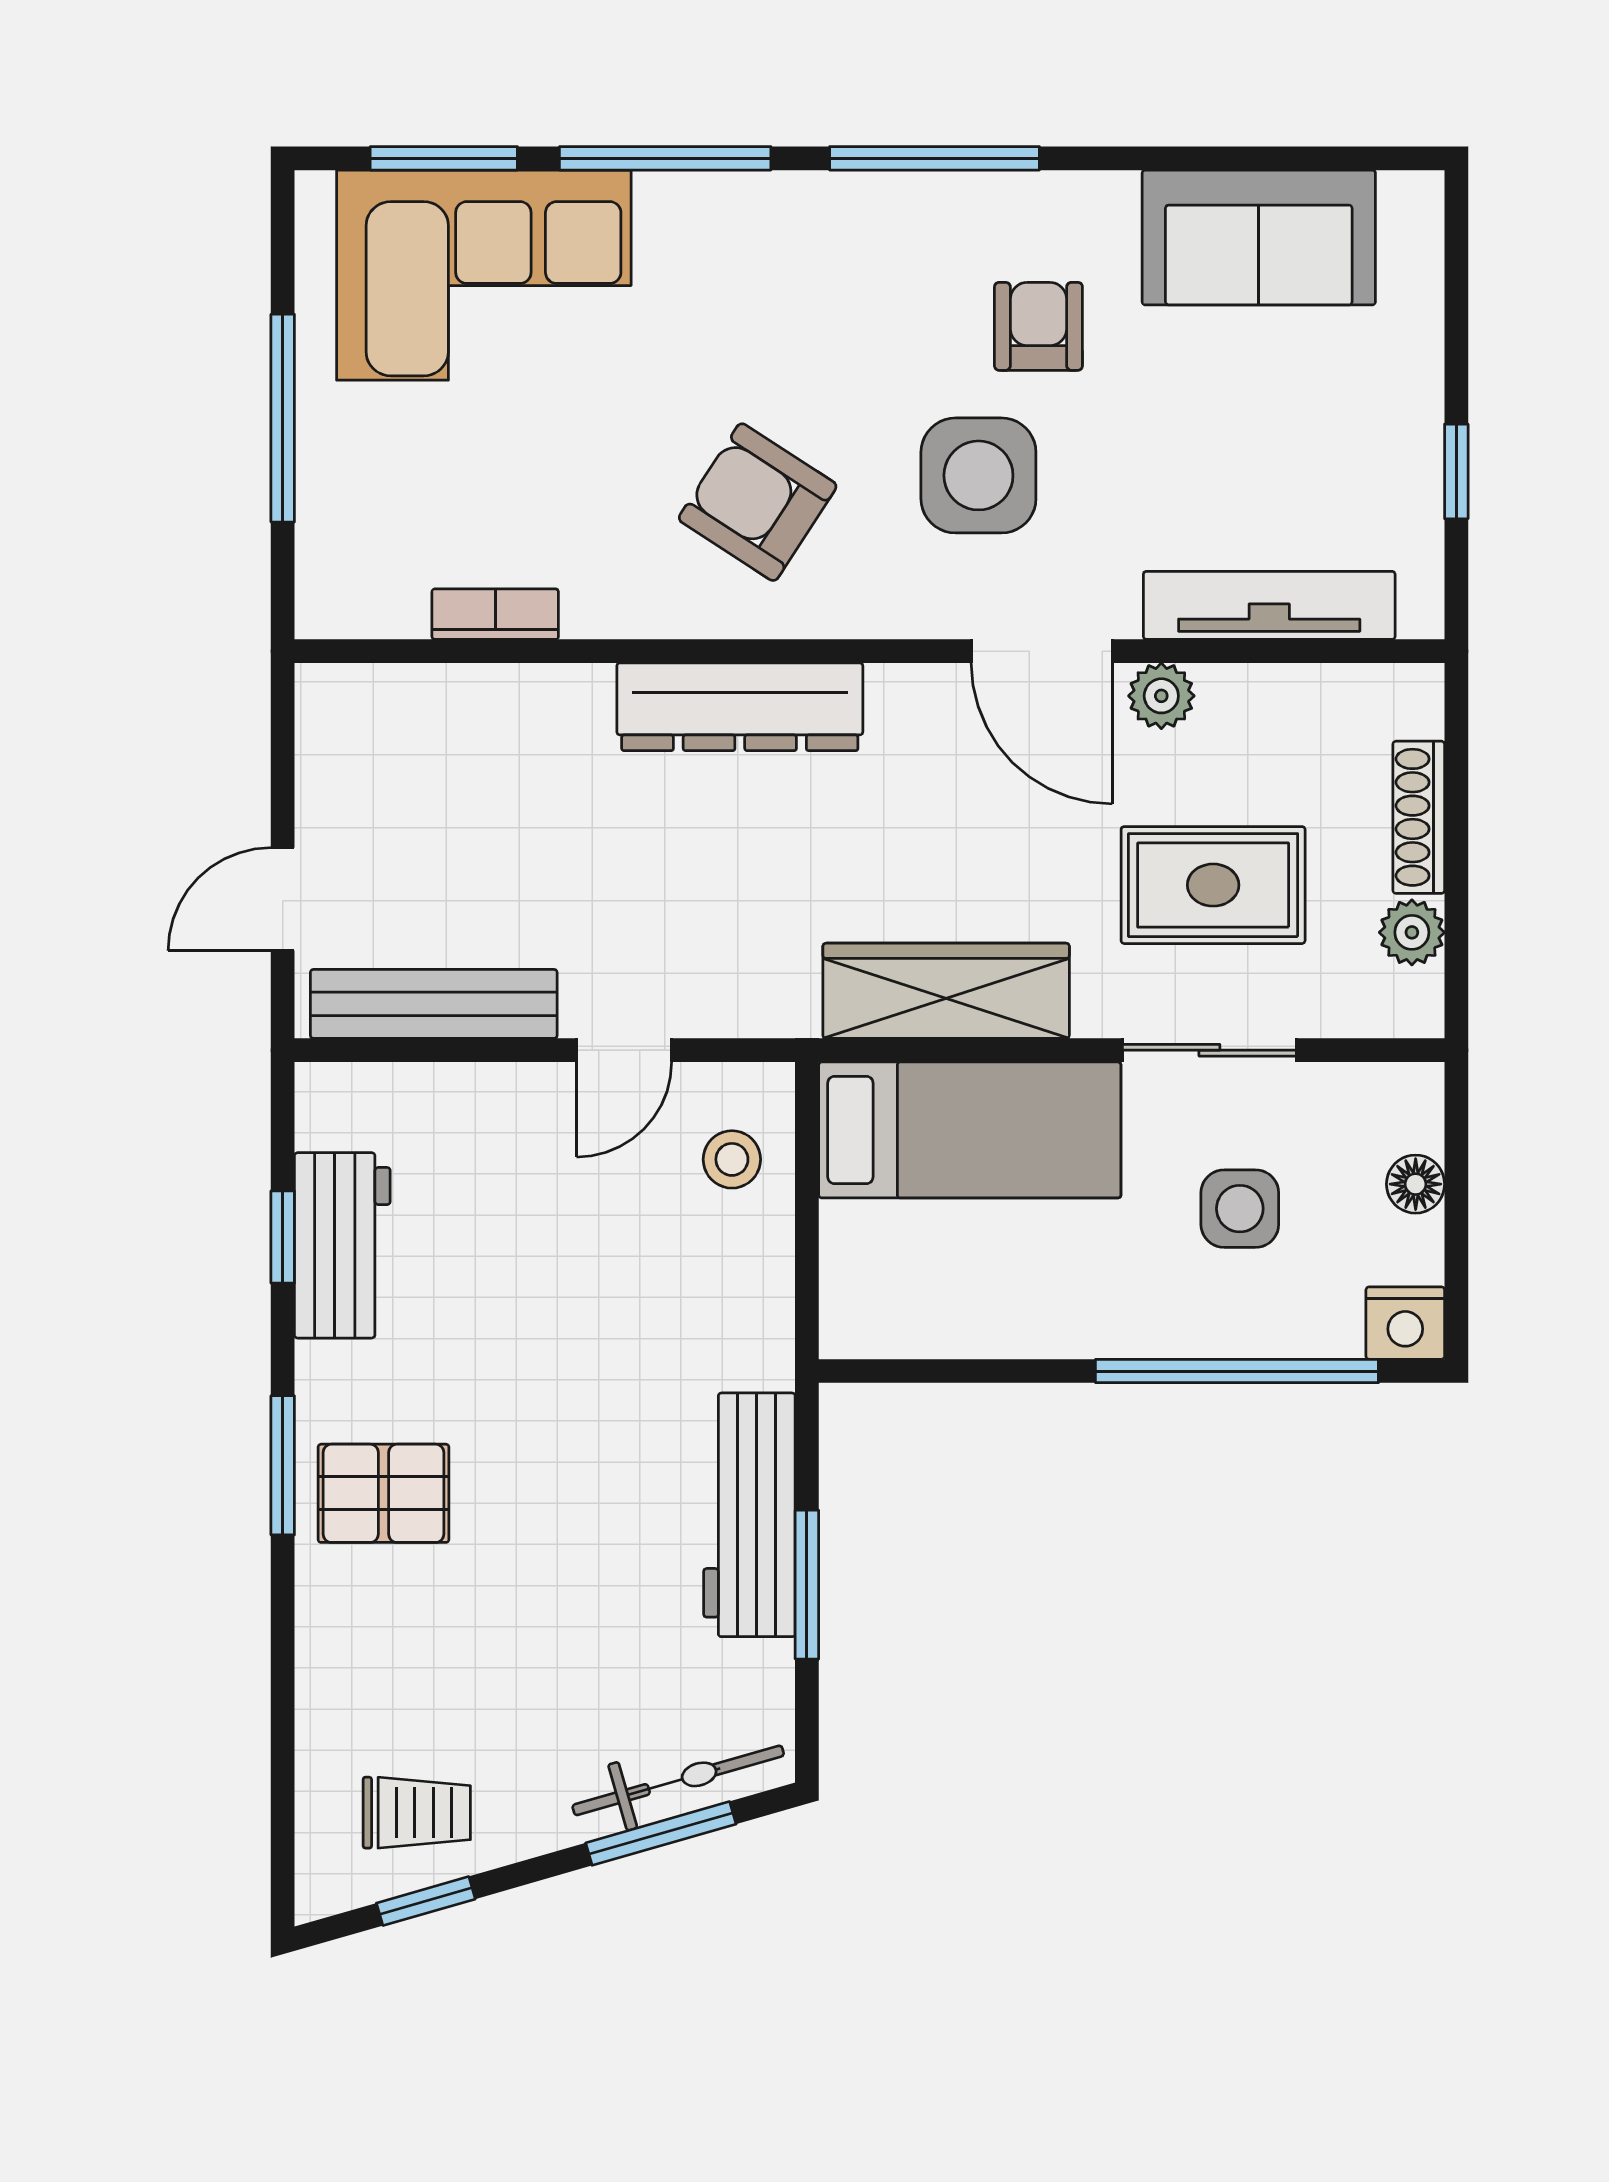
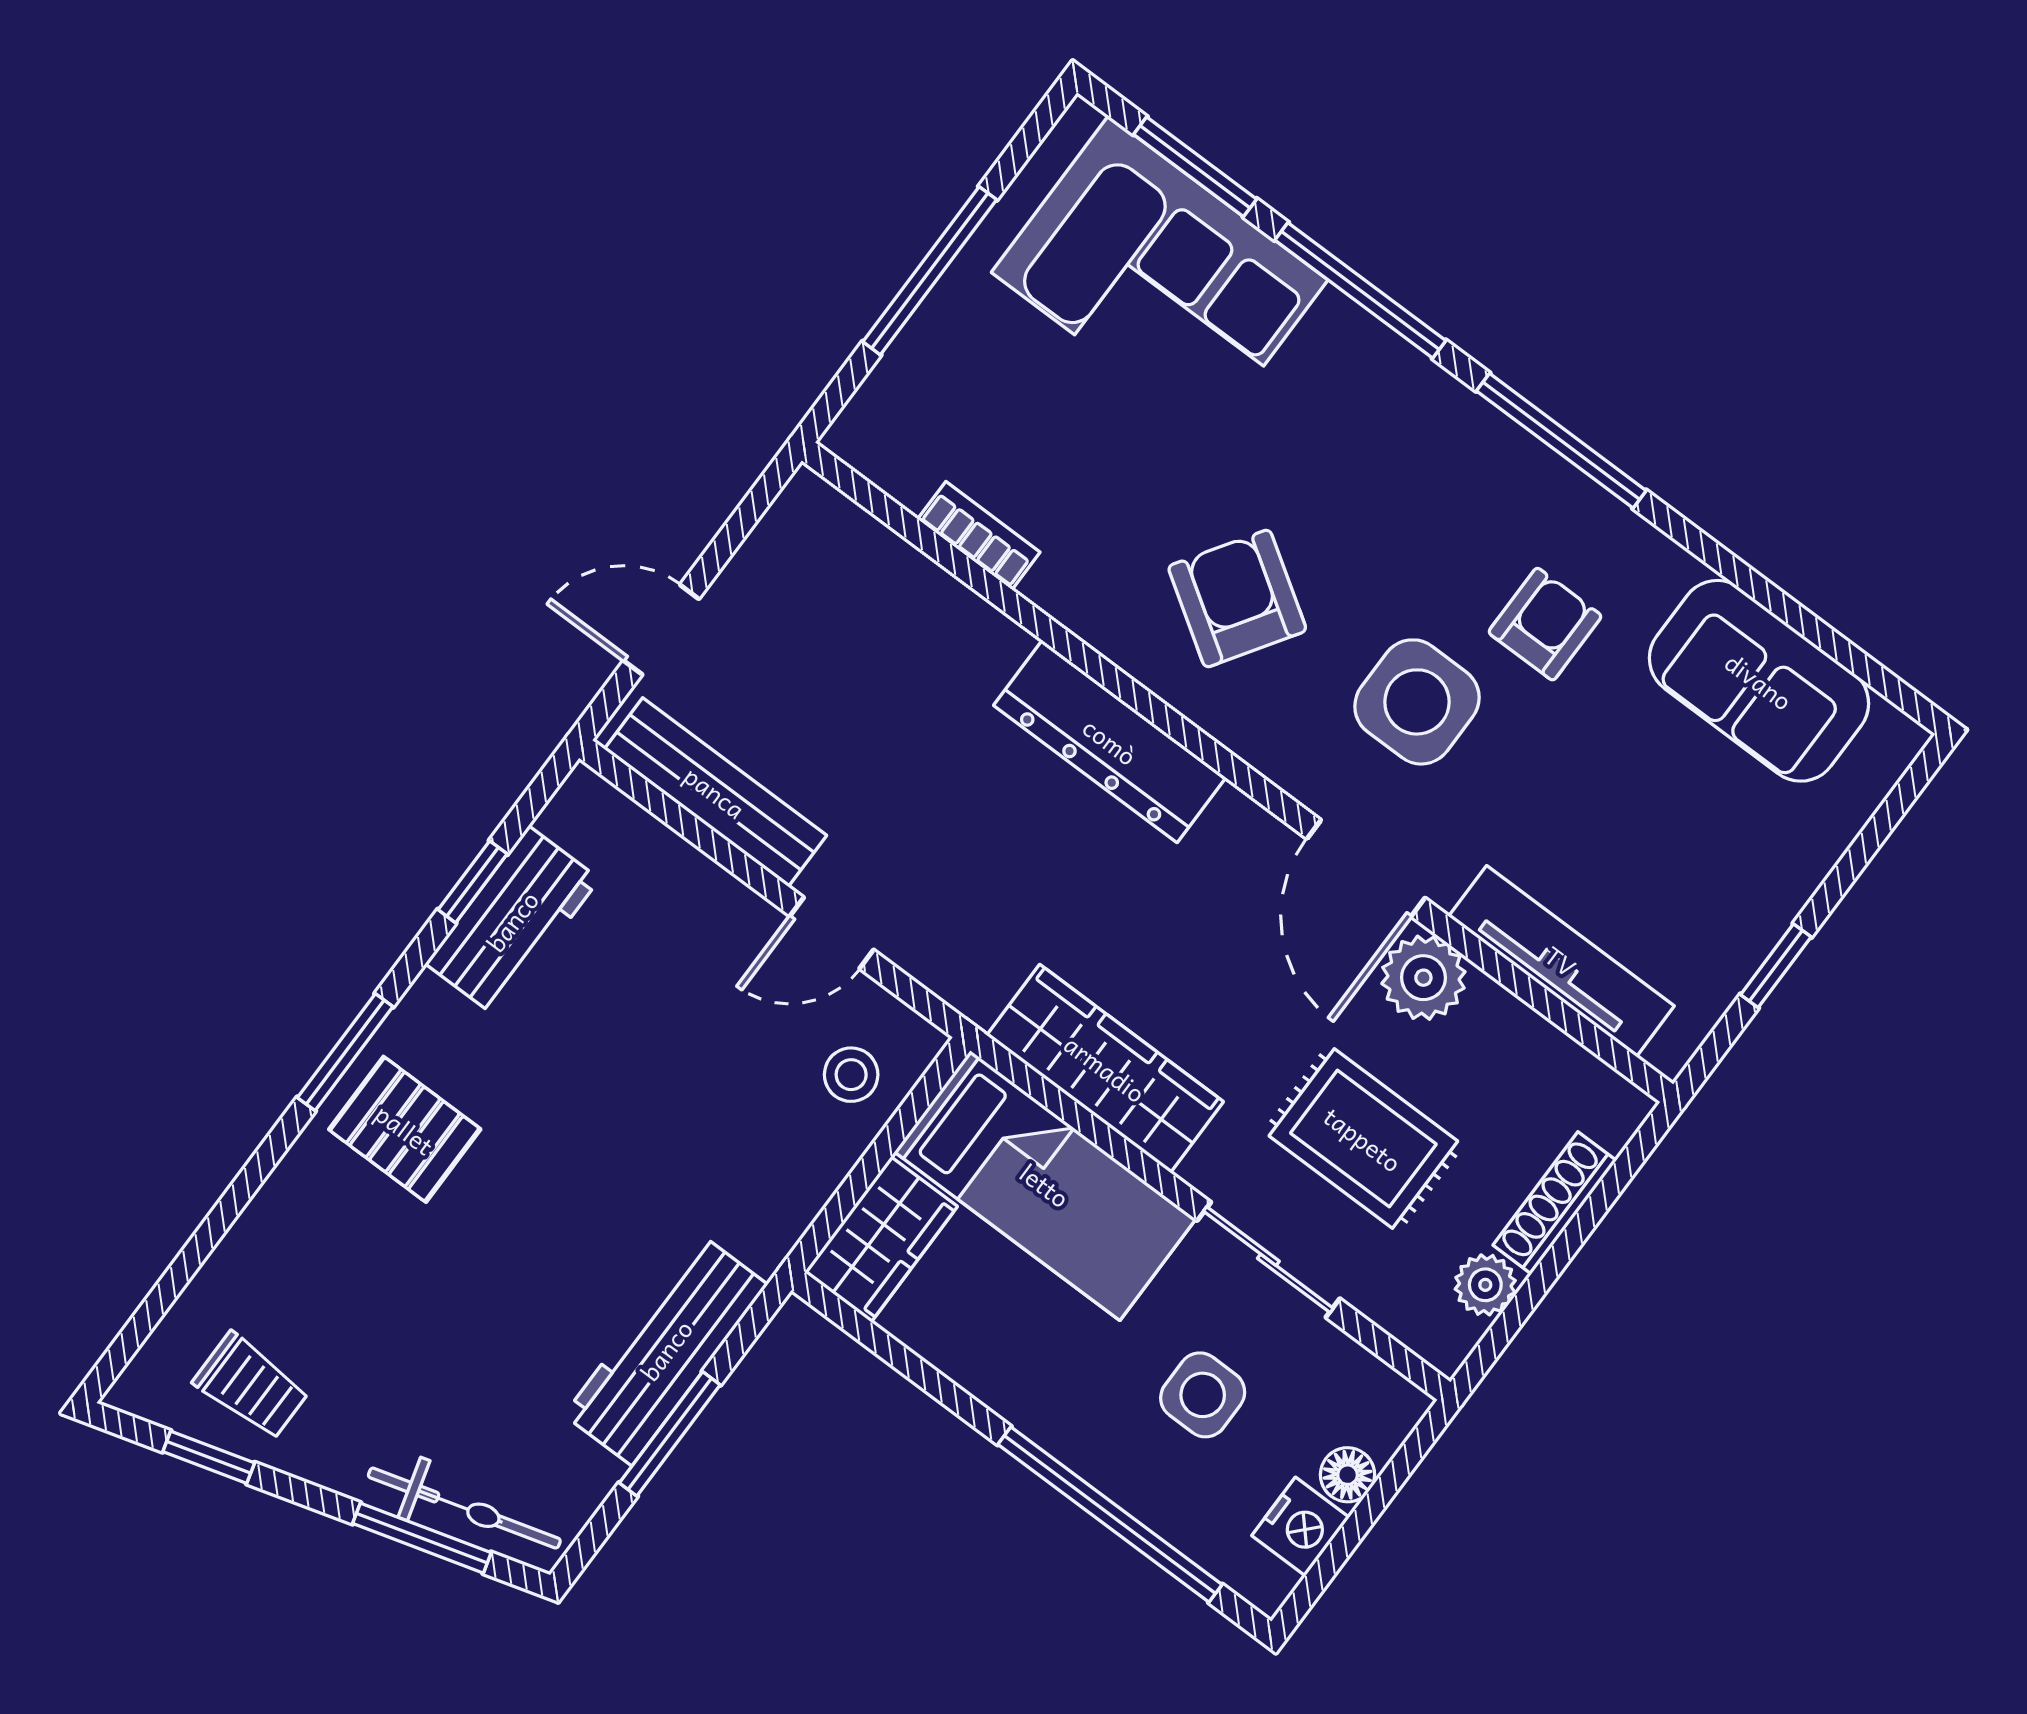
plant: (1161, 696) -> (1423, 978), width x1.38, depth x1.38
wardrobe: (863, 1281) -> (881, 1239), added
nightstand: (1405, 1323) -> (1301, 1526), moved, turned -90

